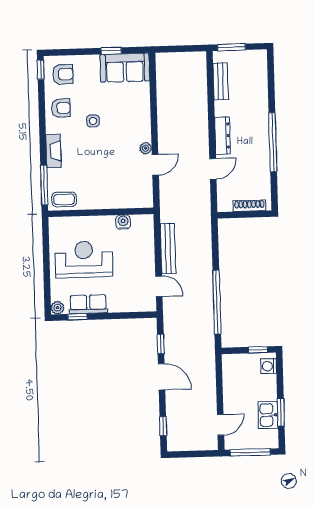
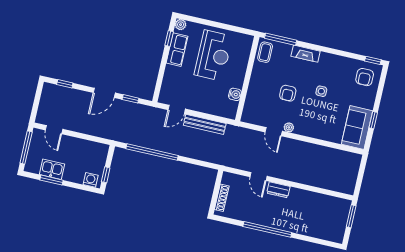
bench: (221, 81) -> (326, 201), removed
armchair: (61, 108) -> (288, 93), moved
dresser: (222, 136) -> (278, 190), width x0.70

